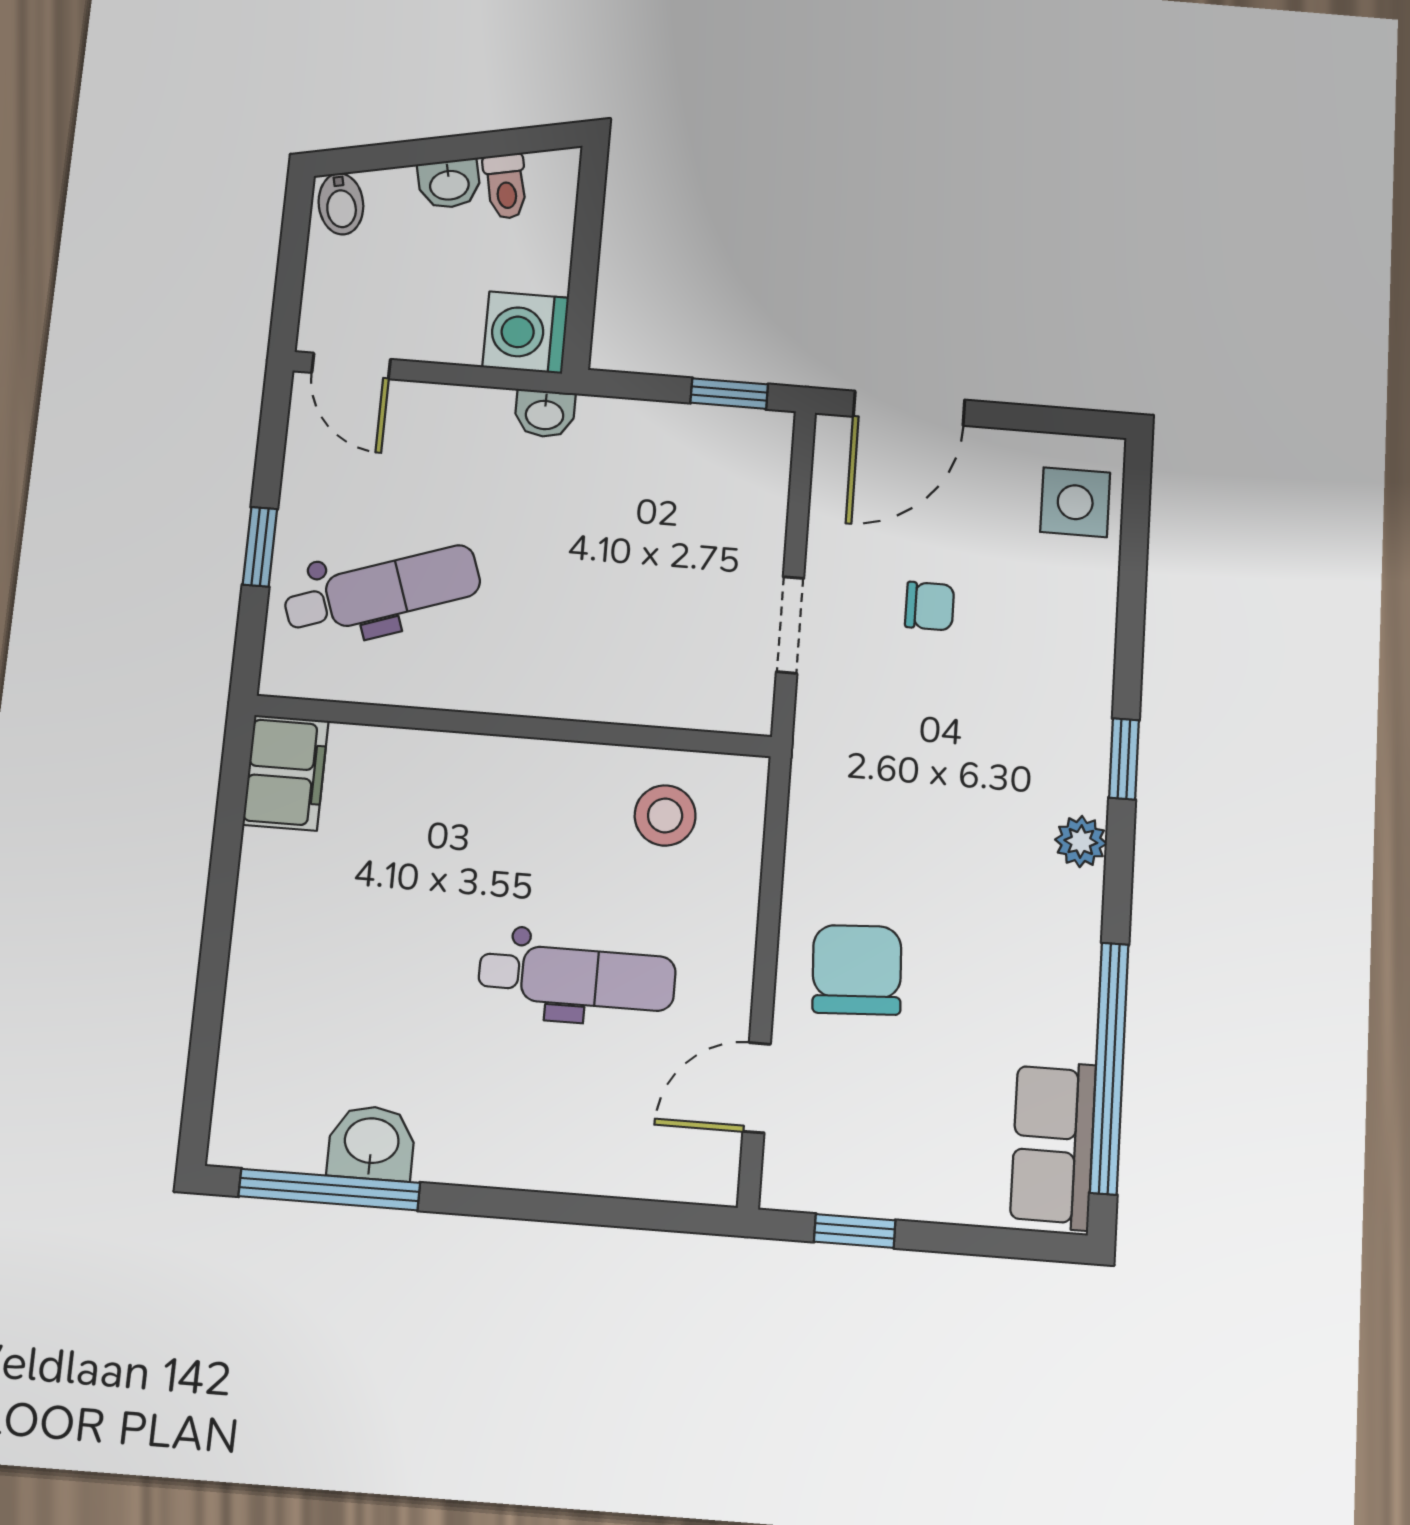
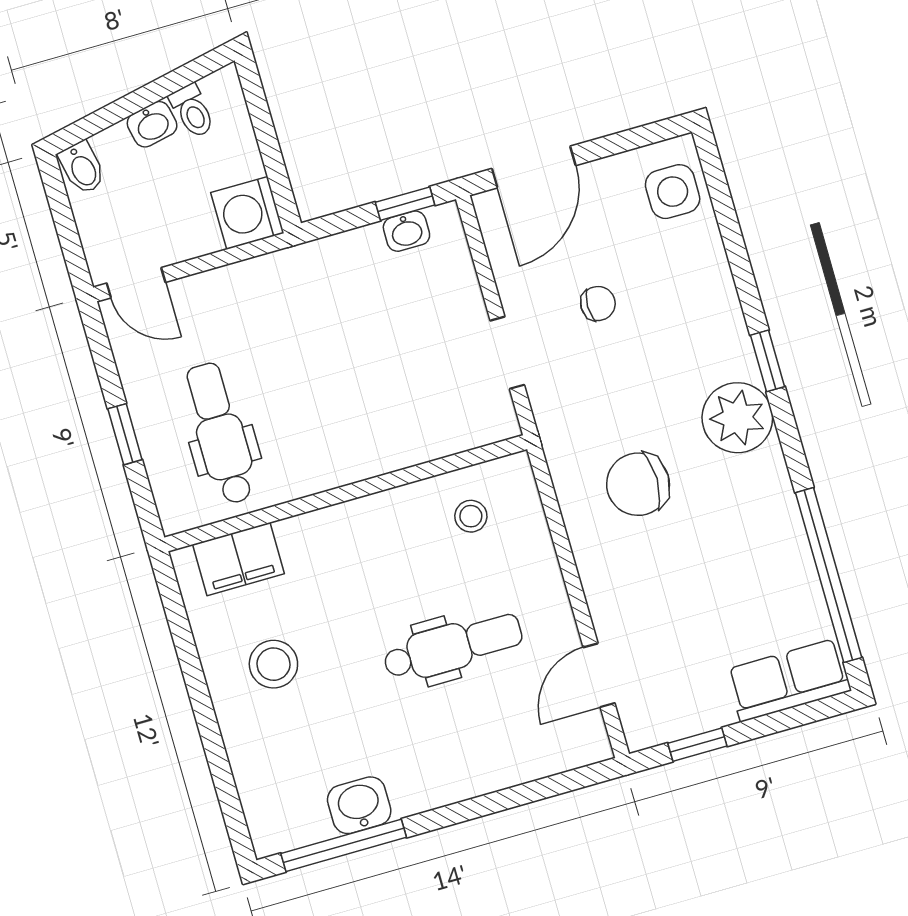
washbasin: (545, 414) -> (406, 231), moved
dental chair: (382, 591) -> (220, 433), turned -71
filing cabinet: (286, 773) -> (238, 559), moved, turned 90
stool: (665, 815) -> (471, 516), width x0.73, depth x0.73
plant: (1081, 841) -> (737, 418), width x1.87, depth x1.87
stool: (332, 912) -> (273, 664), added
chair: (857, 970) -> (638, 484), moved, turned -87
row of seats: (1053, 1145) -> (789, 680), moved, turned 90

